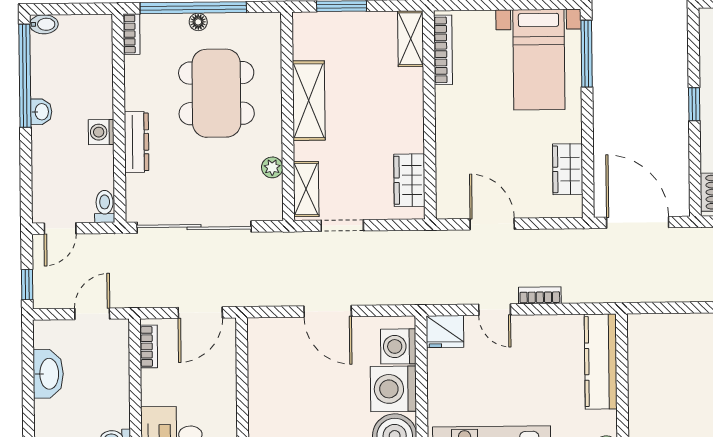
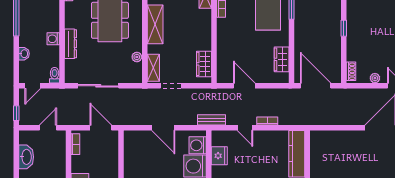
washbasin: (41, 112) -> (24, 54), moved
sliding door: (194, 227) -> (98, 86), width x0.73
bench: (426, 294) -> (211, 120), added
door: (200, 313) -> (101, 128), swing flipped
fridge: (445, 331) -> (219, 156), moved, turned -90

